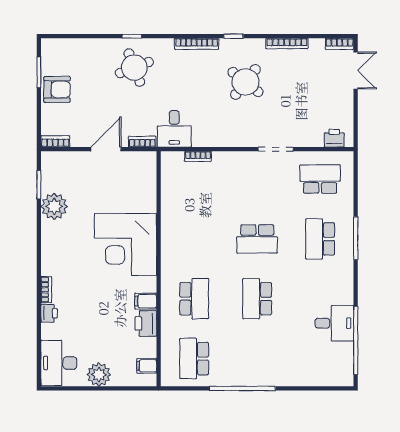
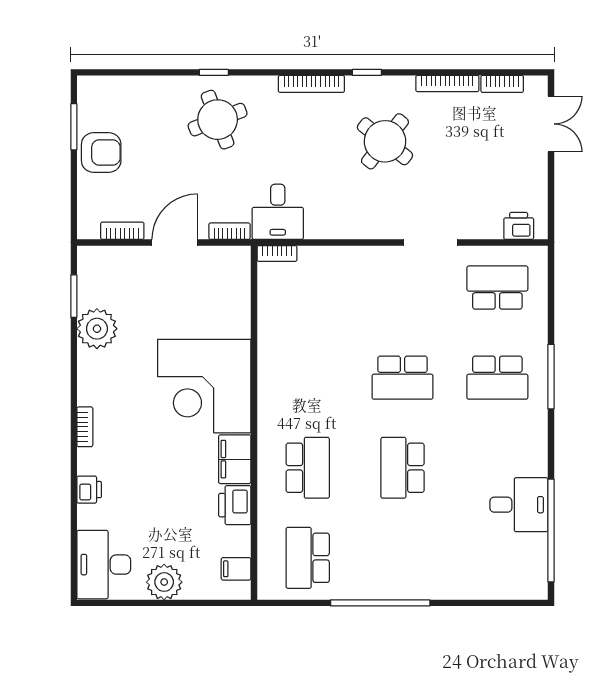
bookcase: (340, 44) -> (502, 84), moved
bookcase: (55, 141) -> (122, 231), moved
bookcase: (198, 156) -> (277, 253), moved
school desk: (320, 239) -> (497, 378), turned -90
bookcase: (46, 290) -> (85, 427), moved
filing cabinet: (146, 301) -> (235, 459), width x2.00

